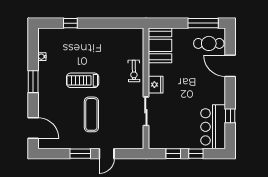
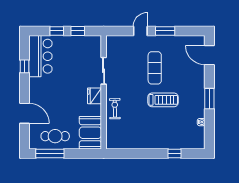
cafe table: (209, 43) -> (55, 136), moved

